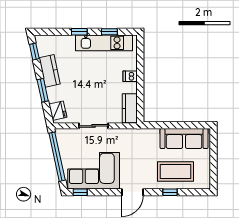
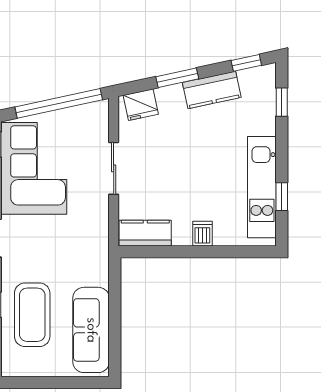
window: (79, 32) -> (282, 102), moved

